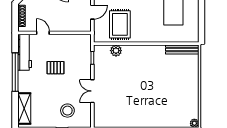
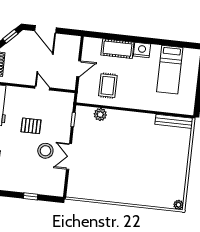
rug: (120, 24) -> (108, 86), width x0.73, depth x0.70
door: (43, 33) -> (42, 88), moved
stool: (67, 111) -> (45, 151), moved

